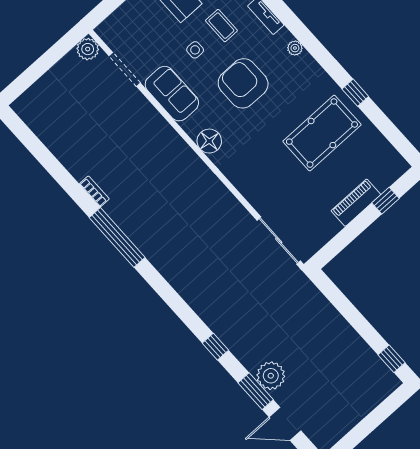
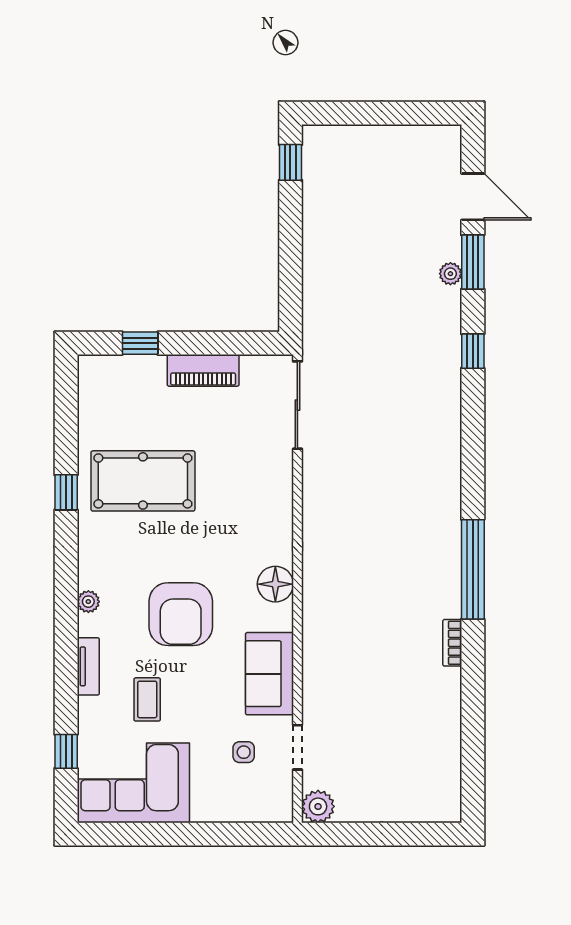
side table: (195, 50) -> (244, 752), moved
doorway: (125, 69) -> (297, 747), width x0.73
piano: (356, 203) -> (203, 370), moved
plant: (271, 376) -> (450, 274), width x0.53, depth x0.53

